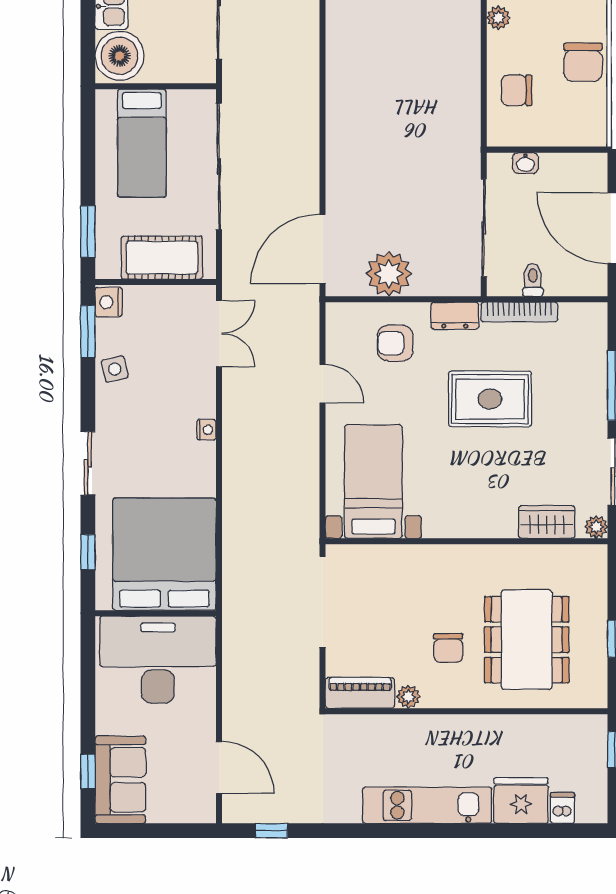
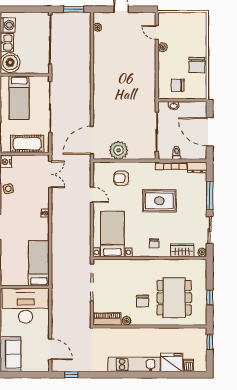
chair: (517, 90) -> (178, 85), moved
dresser: (455, 316) -> (197, 167), moved
chair: (477, 505) -> (154, 243), added
bed: (164, 554) -> (39, 263), width x0.49

